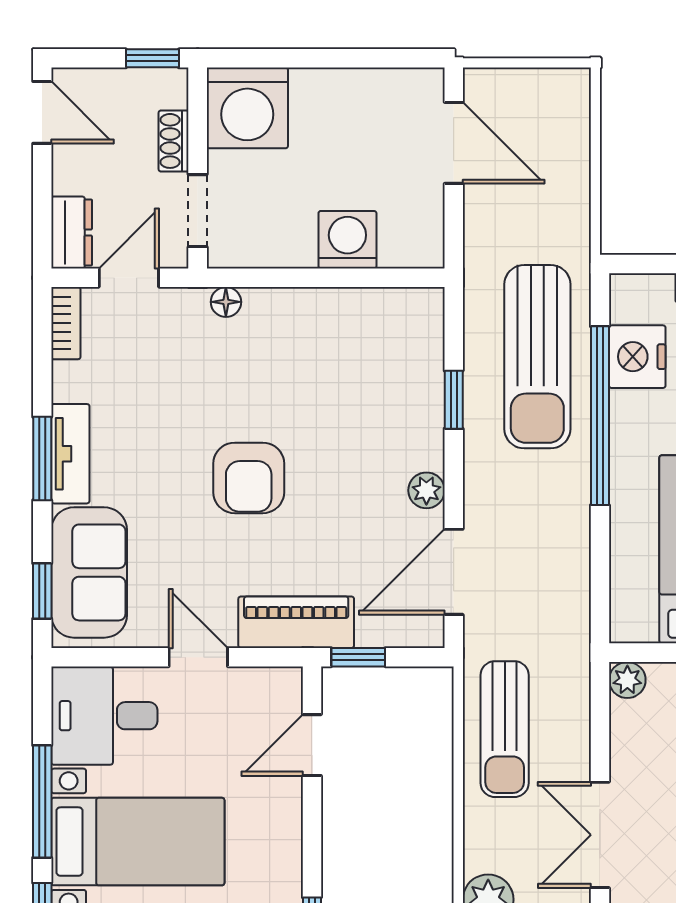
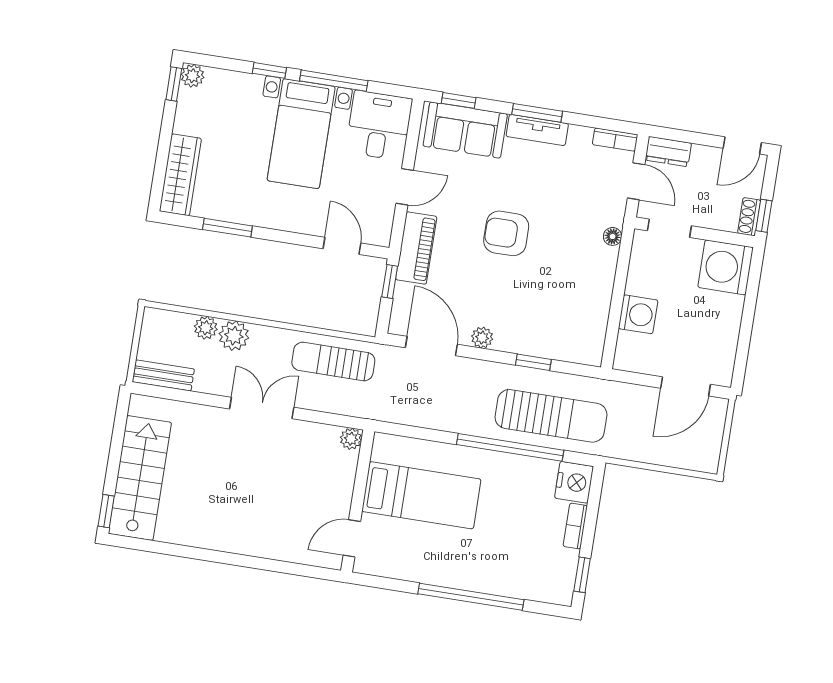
shoe rack: (174, 141) -> (749, 217), moved, turned -90
sun lounger: (537, 357) -> (551, 416), turned 180
nightstand: (637, 357) -> (574, 482), moved, turned 90

